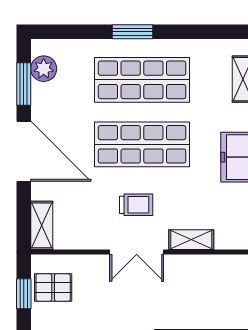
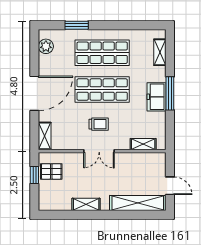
window: (133, 32) -> (77, 25), moved
window: (24, 84) -> (34, 55), removed
door: (24, 151) -> (34, 93), hinge flipped
shelving: (191, 240) -> (143, 144), moved

